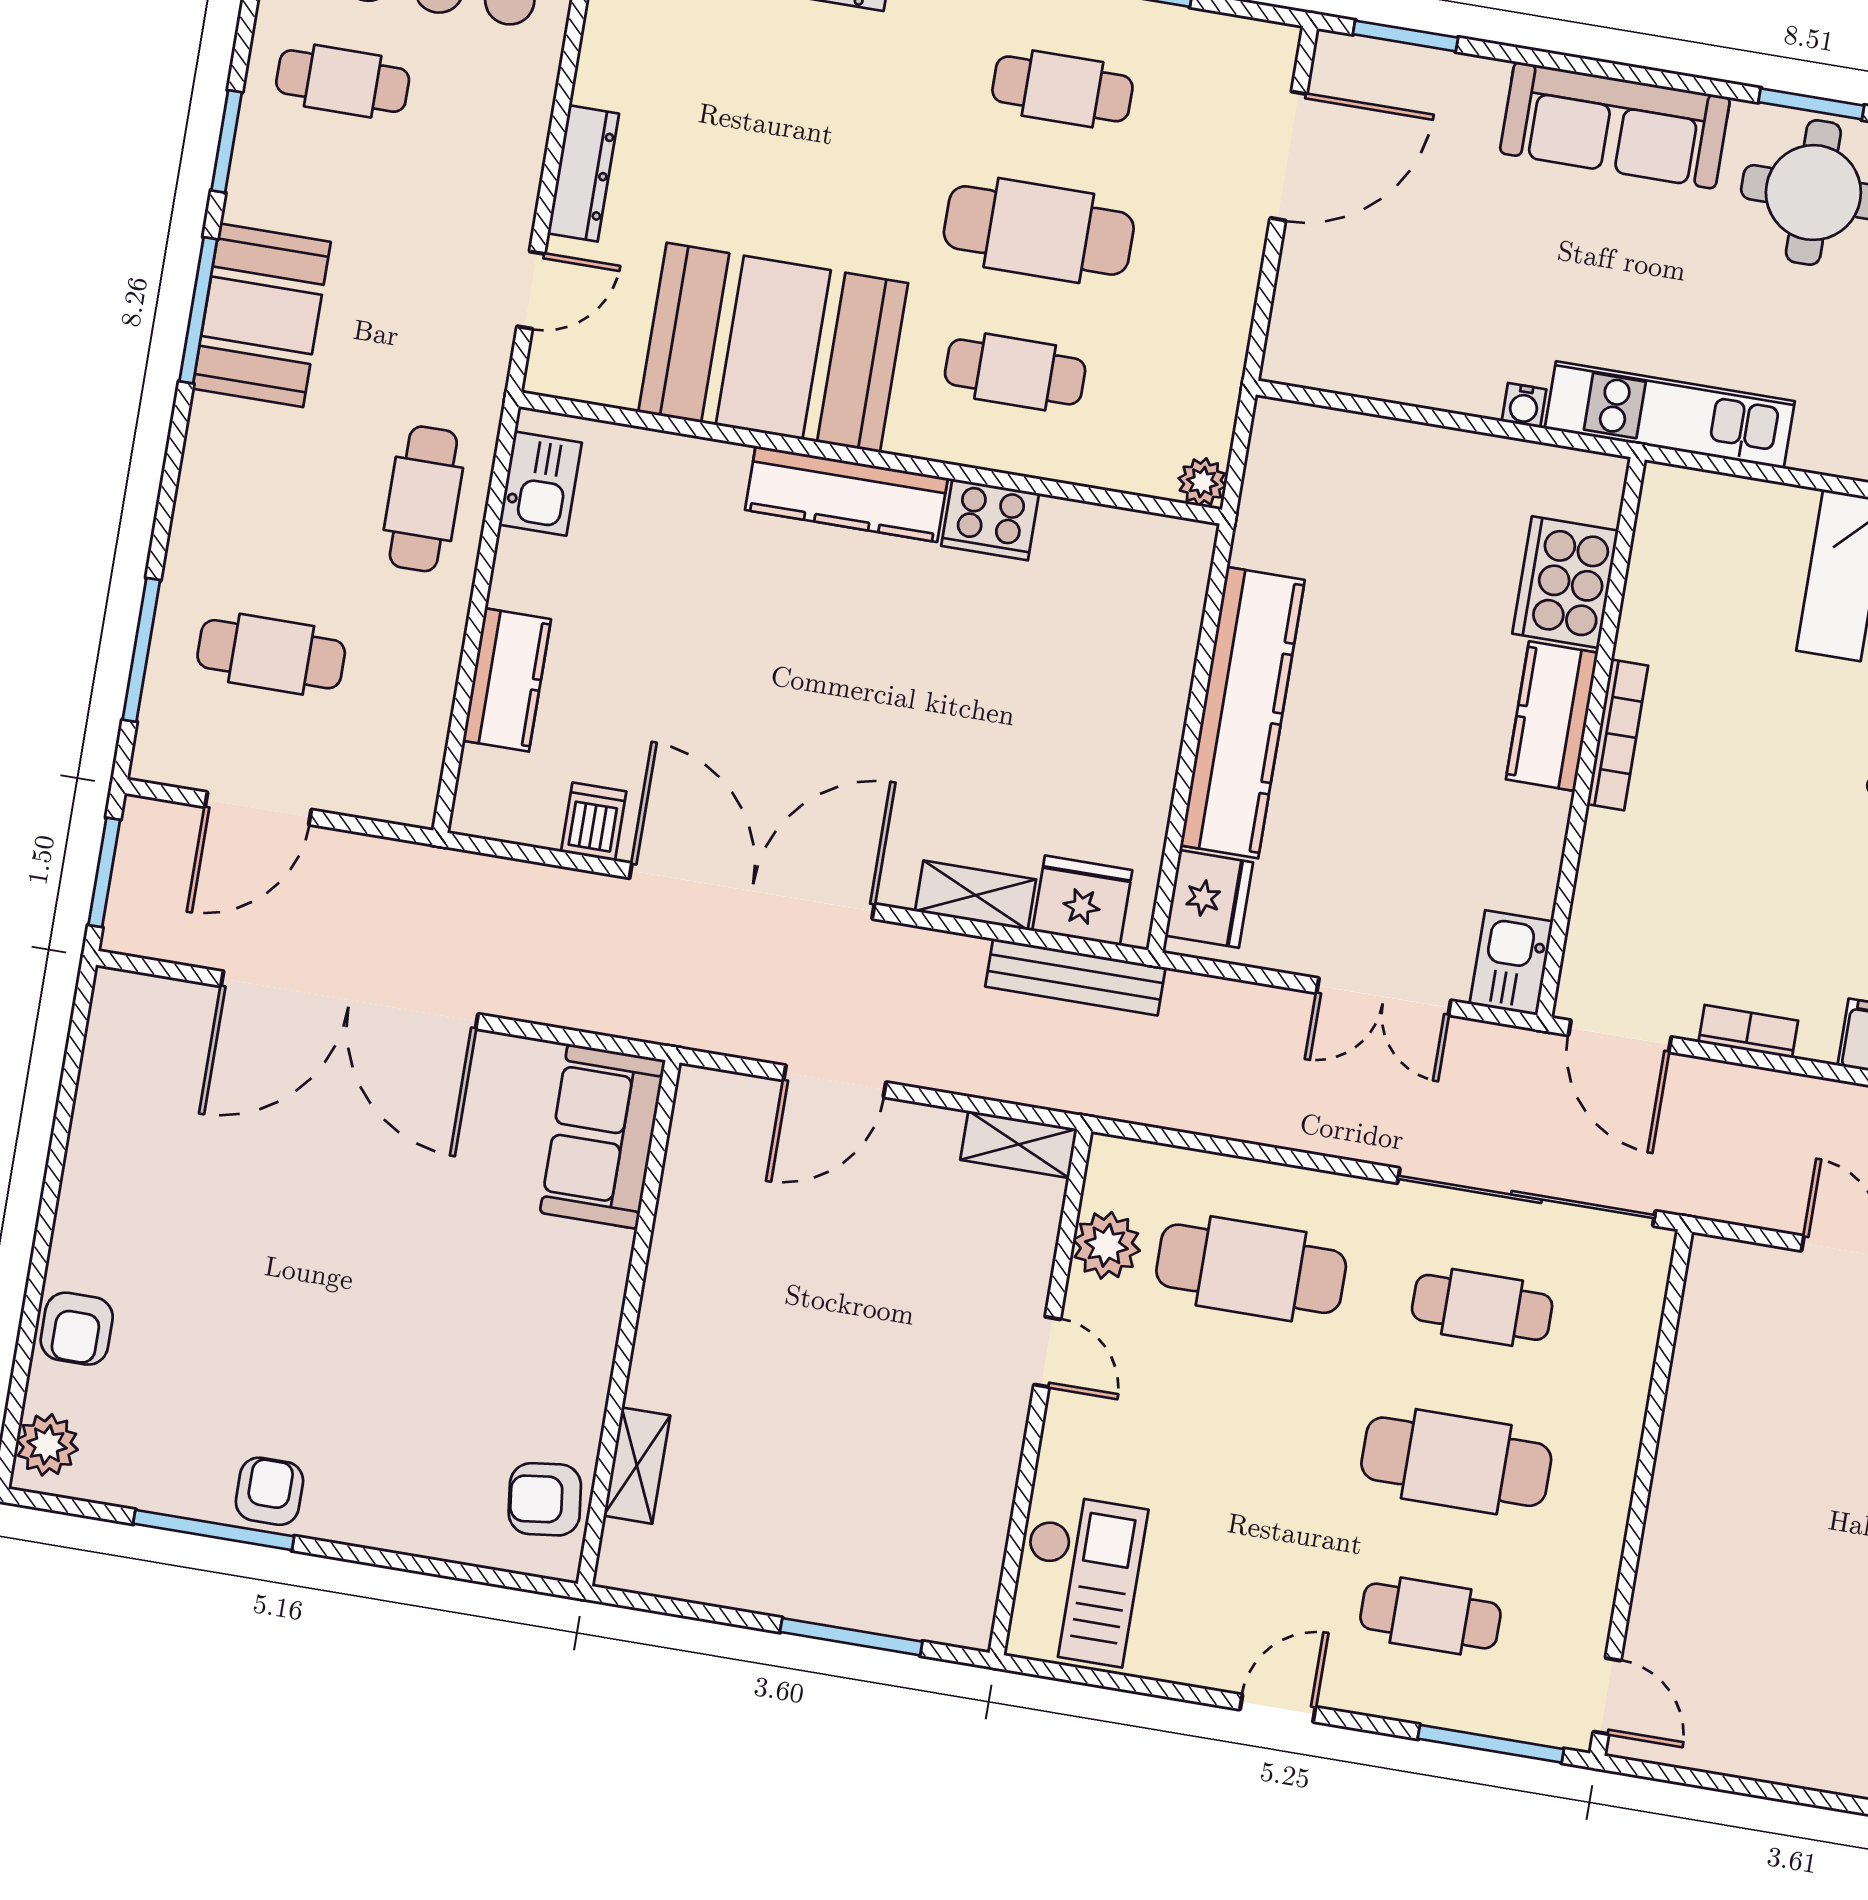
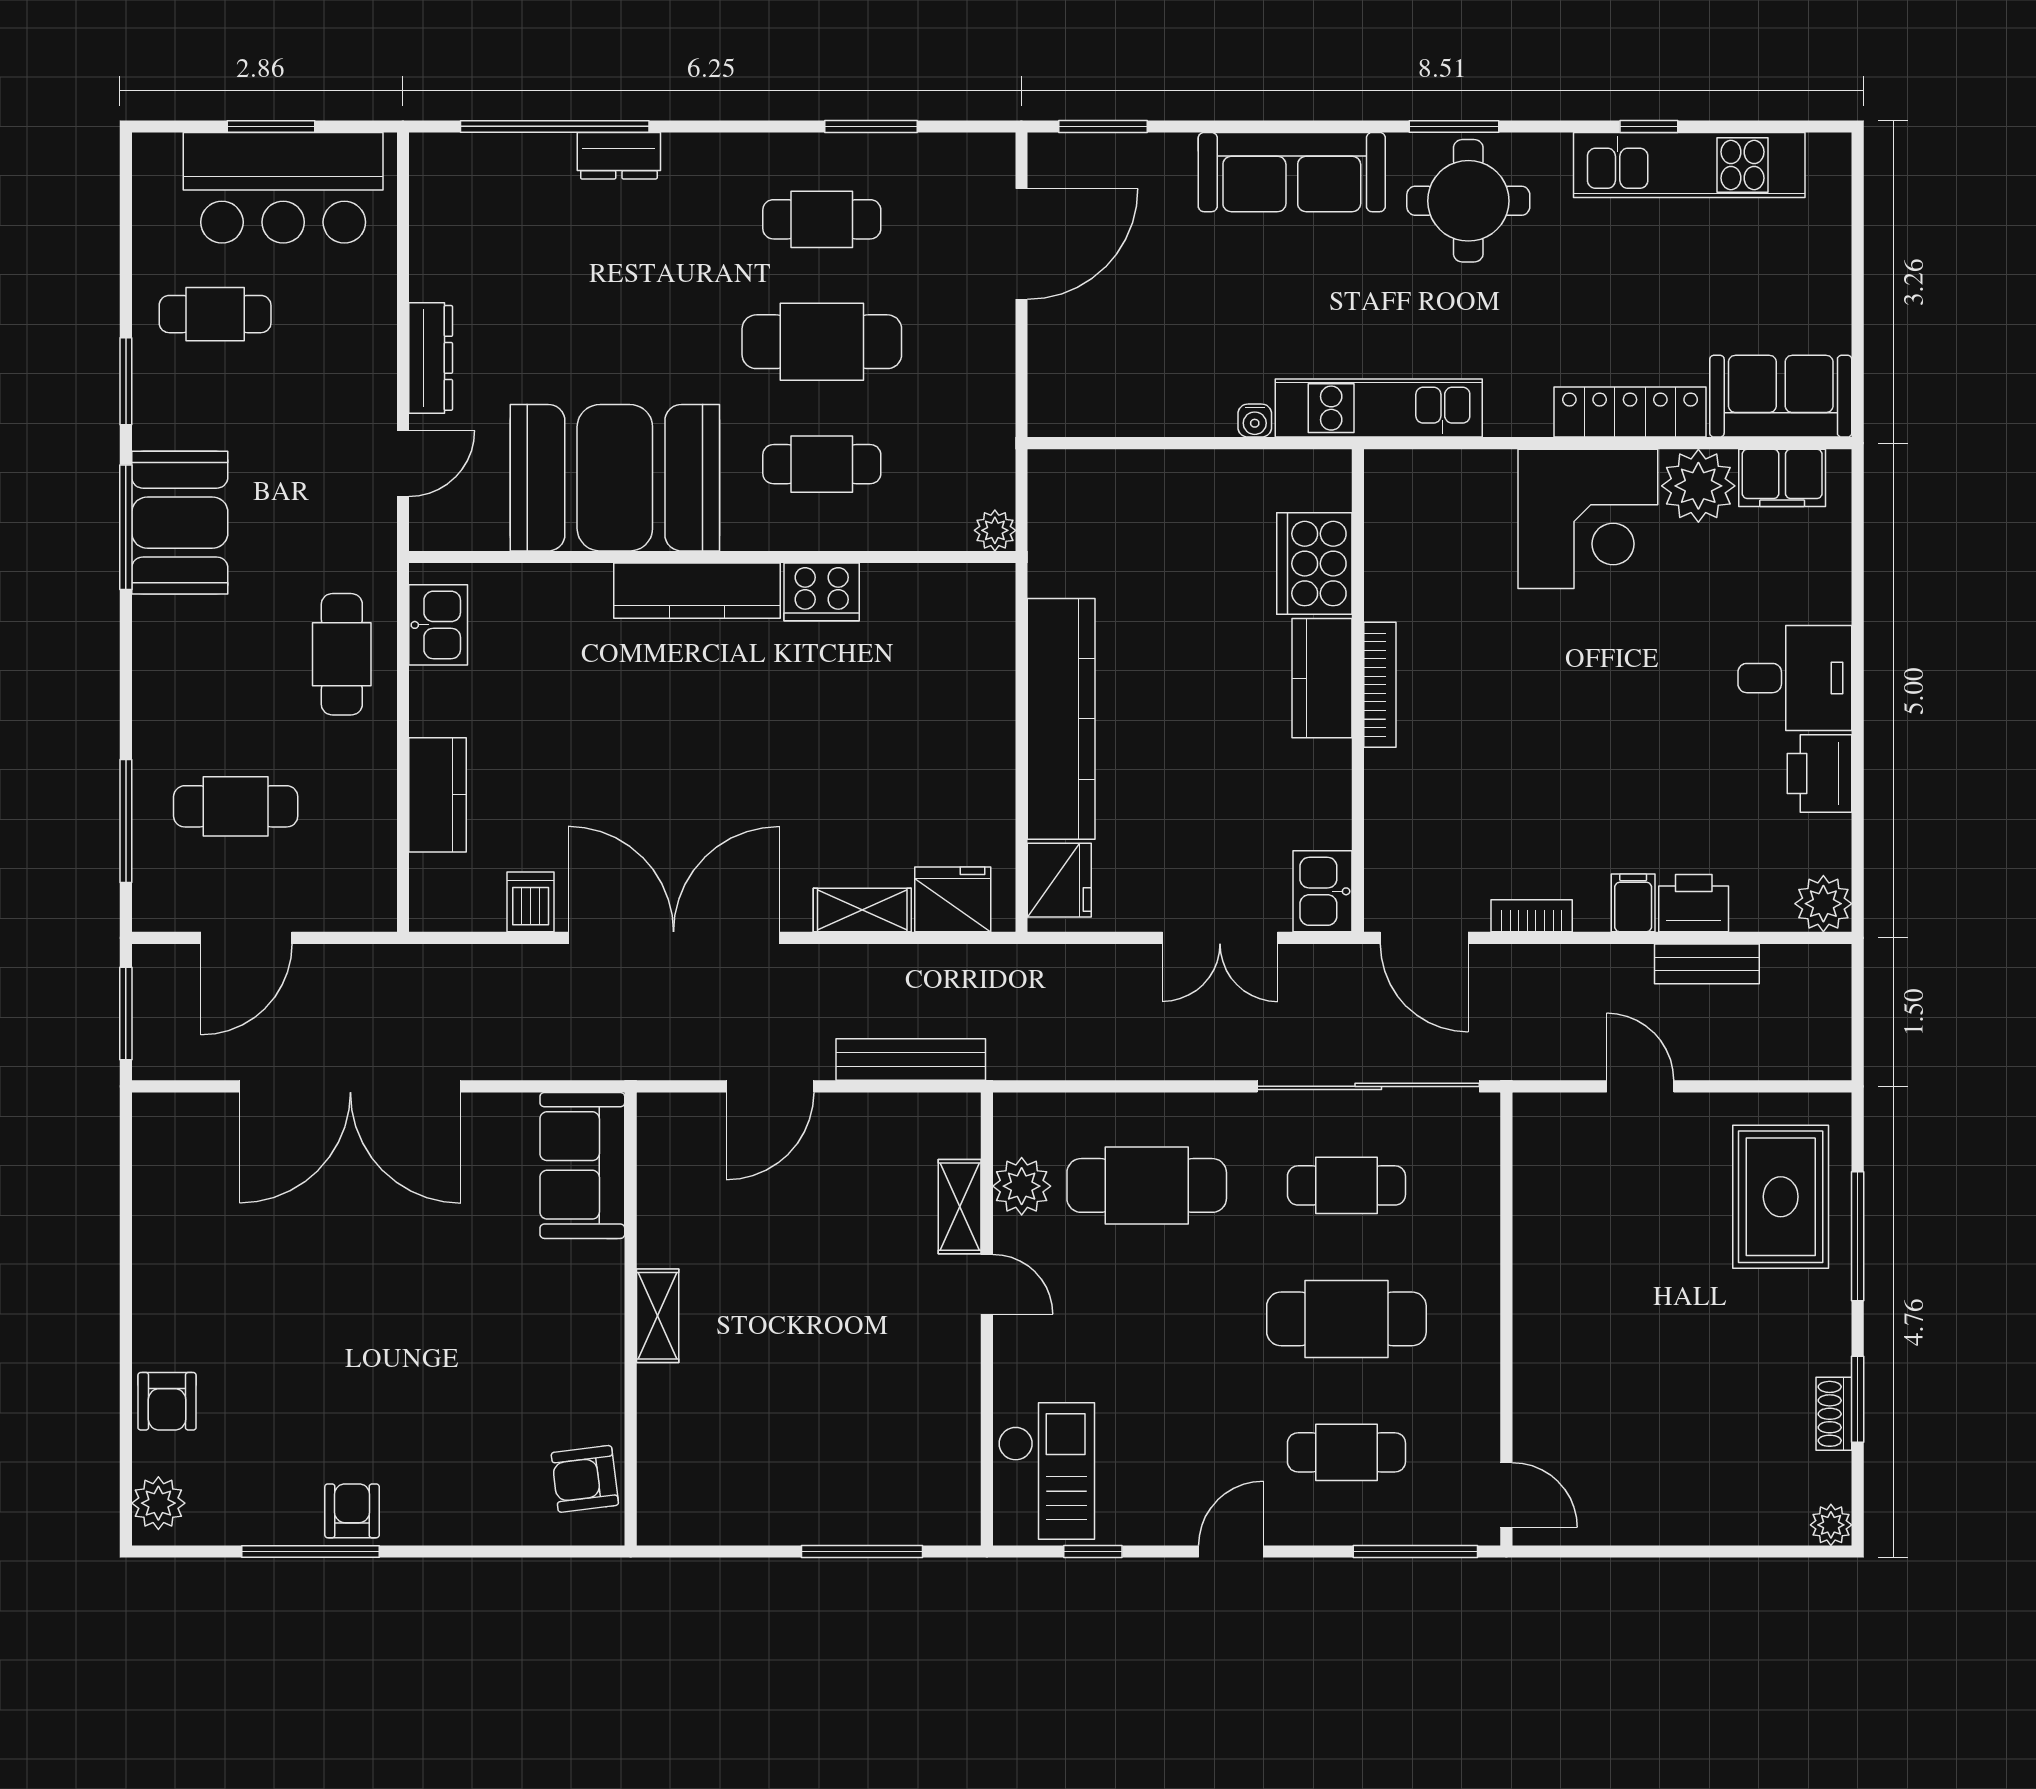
bench: (1075, 977) -> (911, 1060), moved
shelving: (1019, 1144) -> (960, 1207), moved, turned 90
shelving: (637, 1466) -> (658, 1316), moved
window: (1118, 1681) -> (1093, 1551), added

